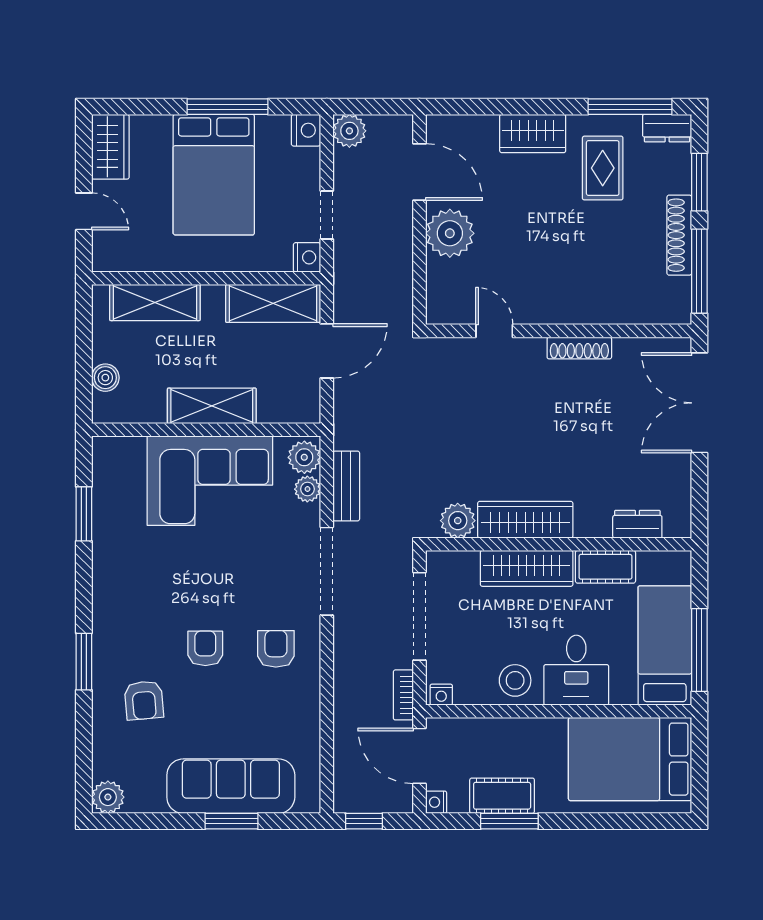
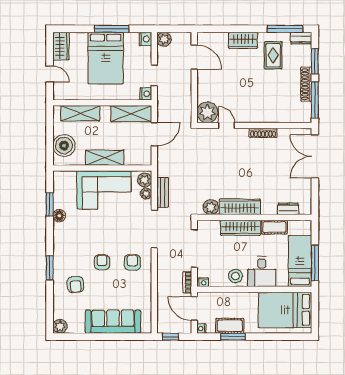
plant: (450, 233) -> (207, 112), moved
boiler: (105, 378) -> (64, 146), width x1.86, depth x1.86
floor lamp: (106, 540) -> (59, 216), added
window: (232, 821) -> (113, 337), removed

